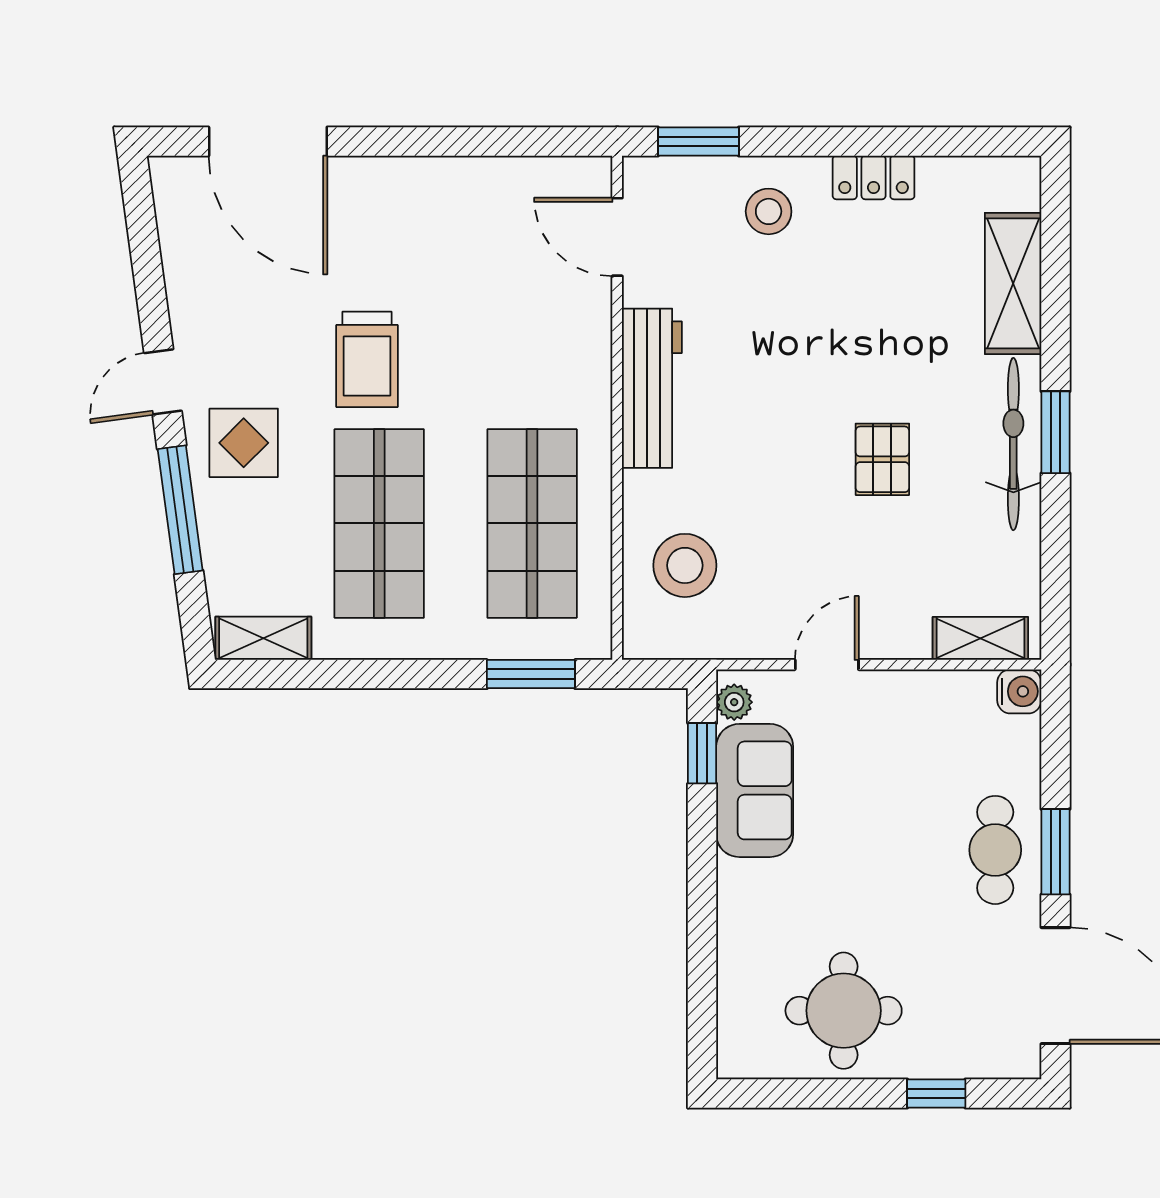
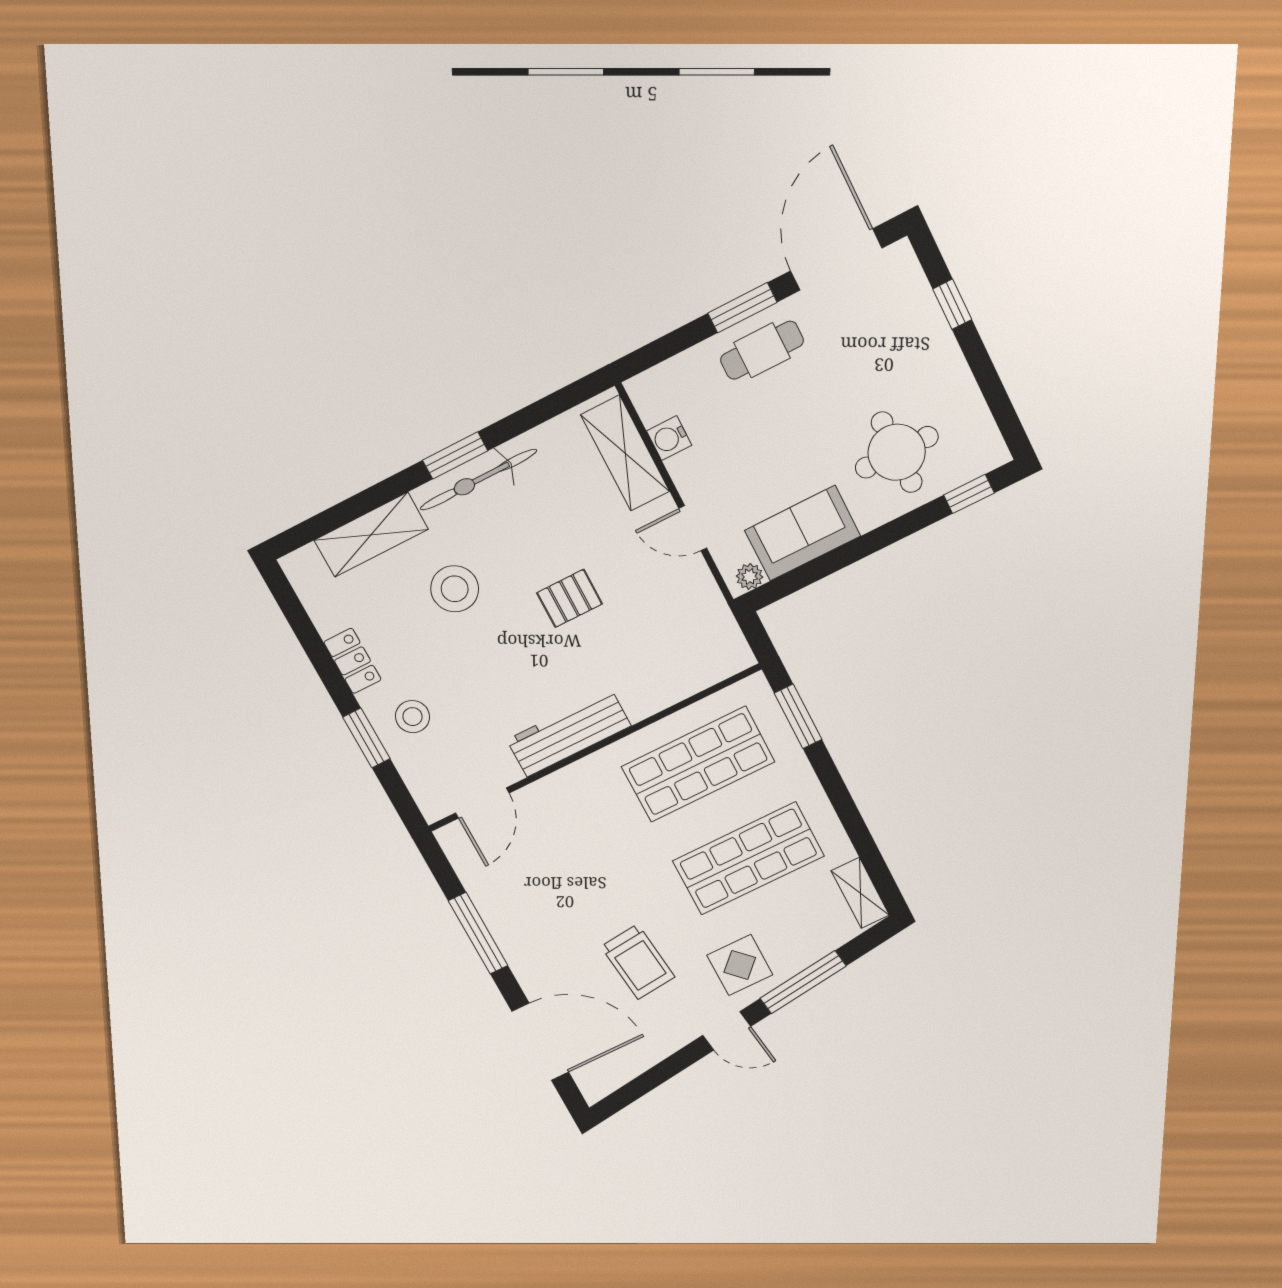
door: (268, 141) -> (540, 1042), hinge flipped
window: (452, 141) -> (478, 933), added
window: (698, 141) -> (366, 738), moved
trolley: (367, 359) -> (638, 962), moved, turned 84
pallet: (882, 459) -> (569, 598), moved
stool: (685, 565) -> (455, 589), moved
shelving: (980, 638) -> (625, 453), width x1.50, depth x1.33
water cooler: (1019, 691) -> (669, 438), moved, turned -90
window: (702, 753) -> (969, 494), moved
round table: (844, 1011) -> (897, 452), moved

